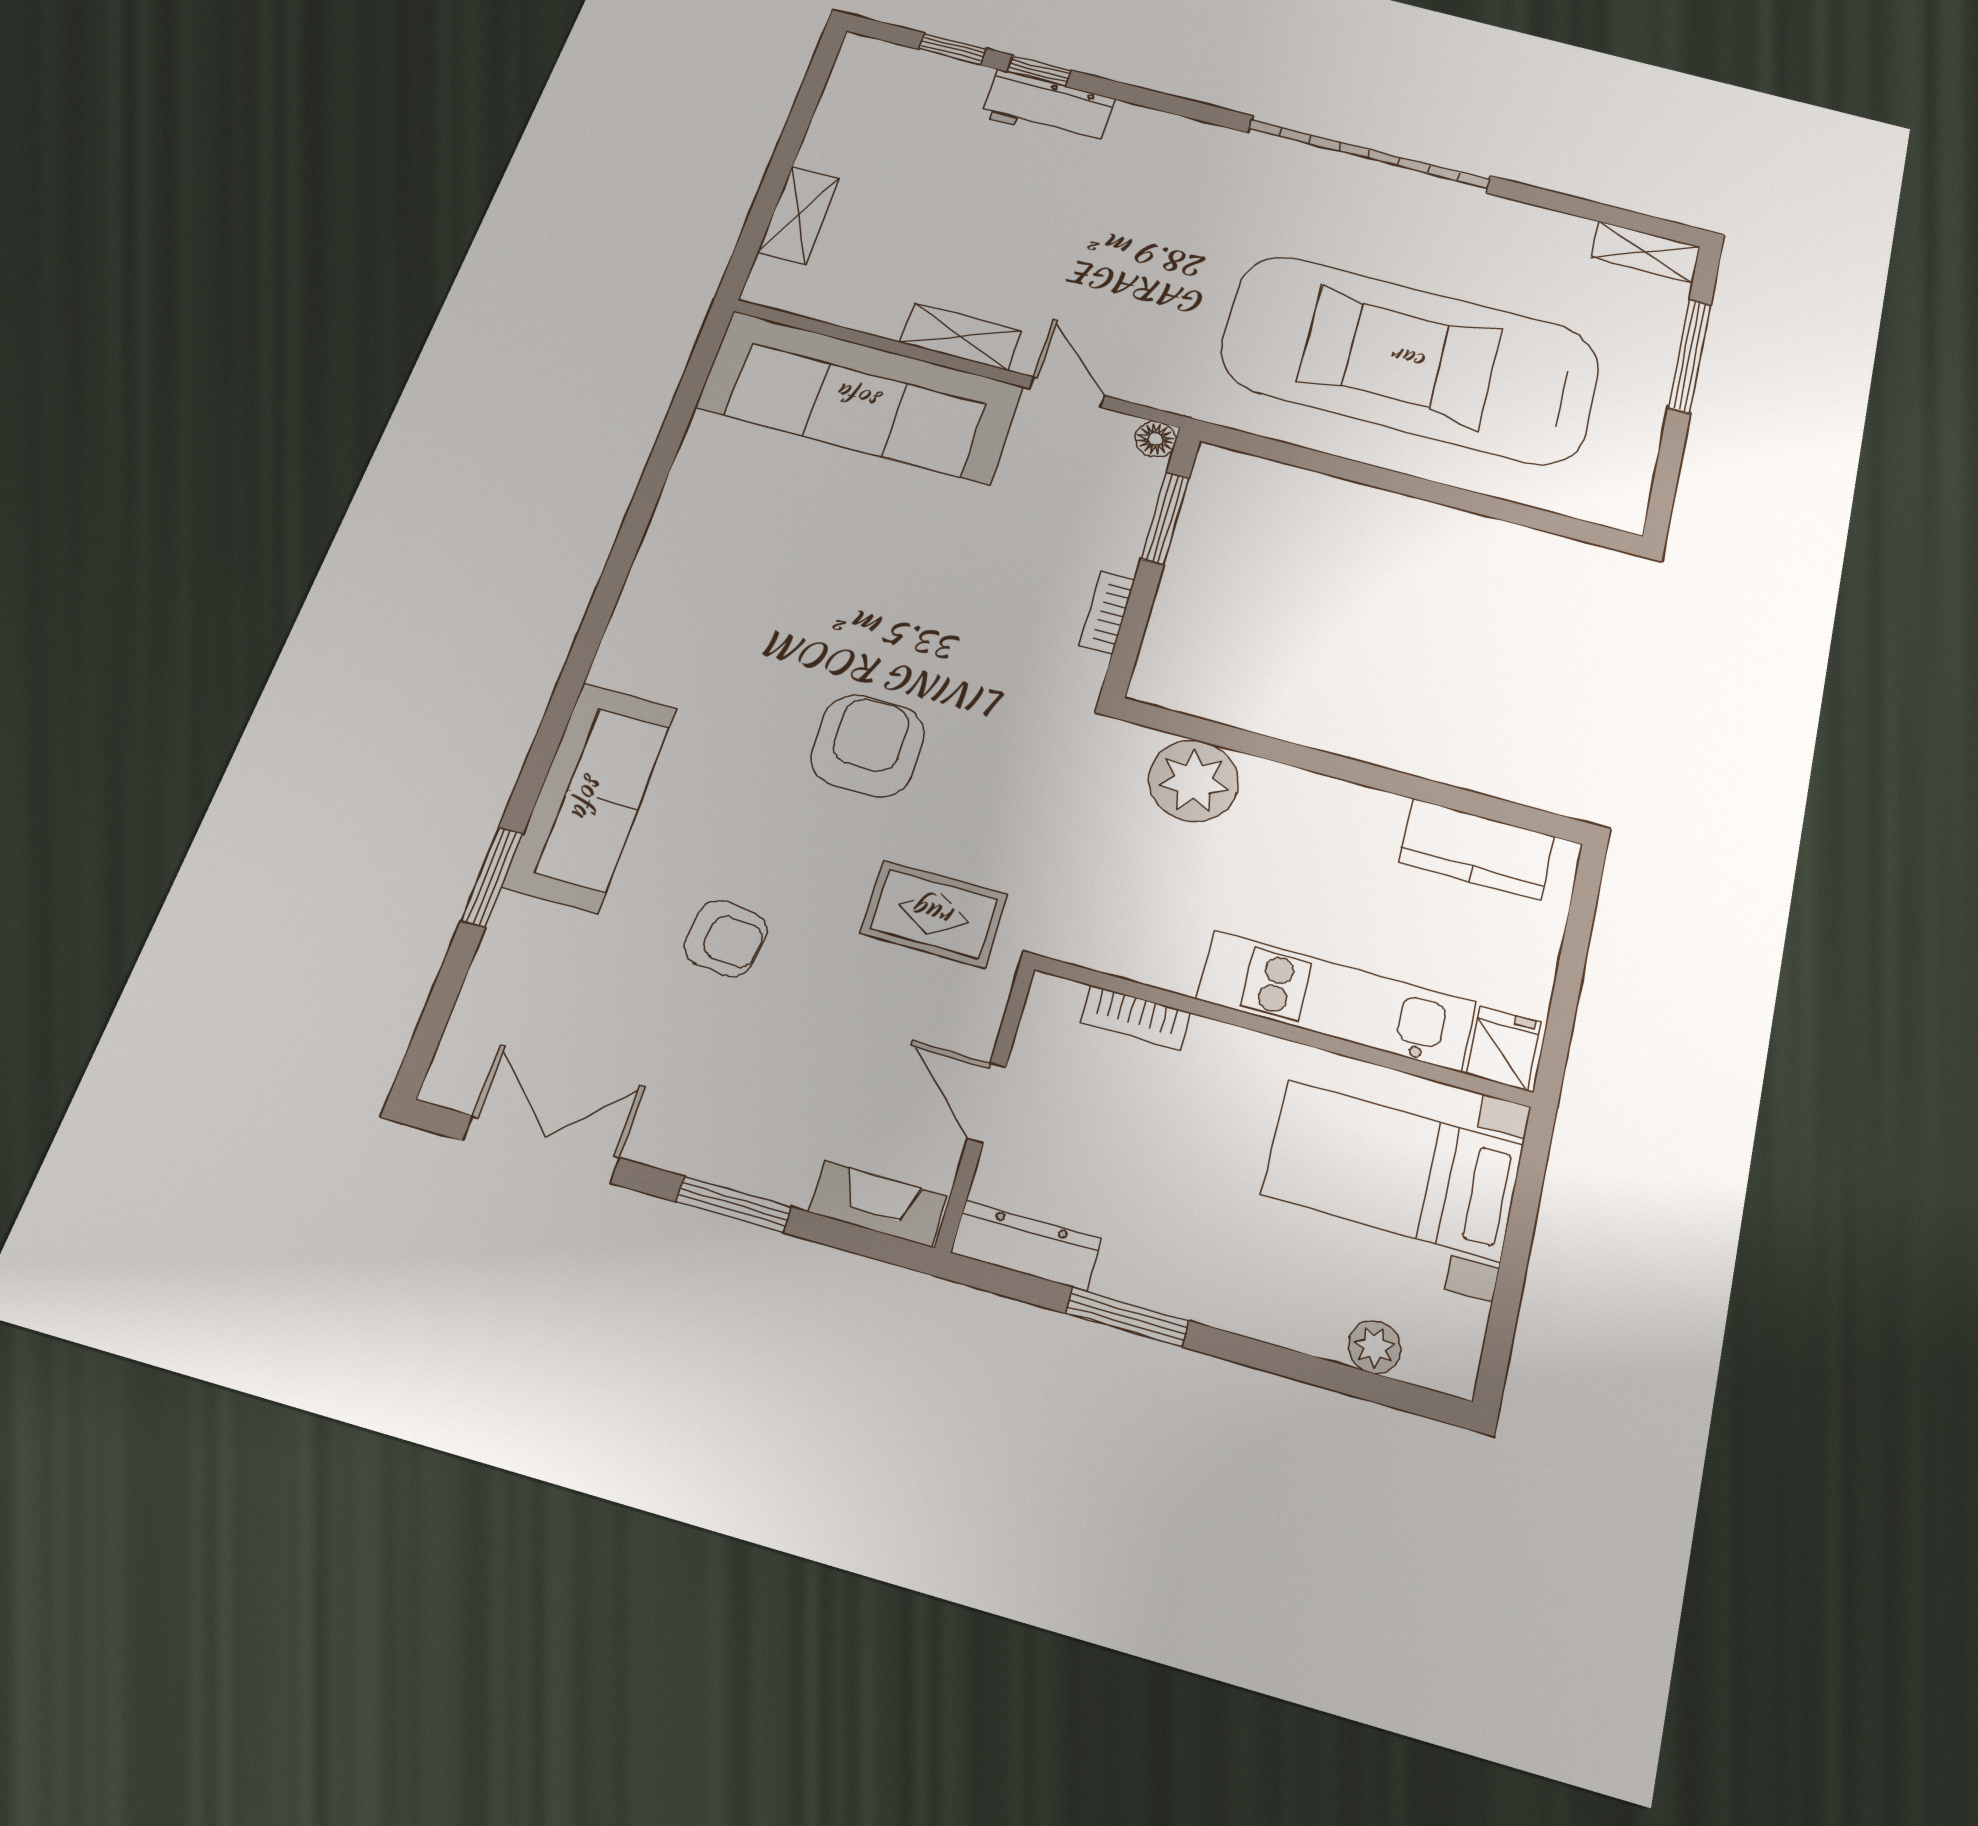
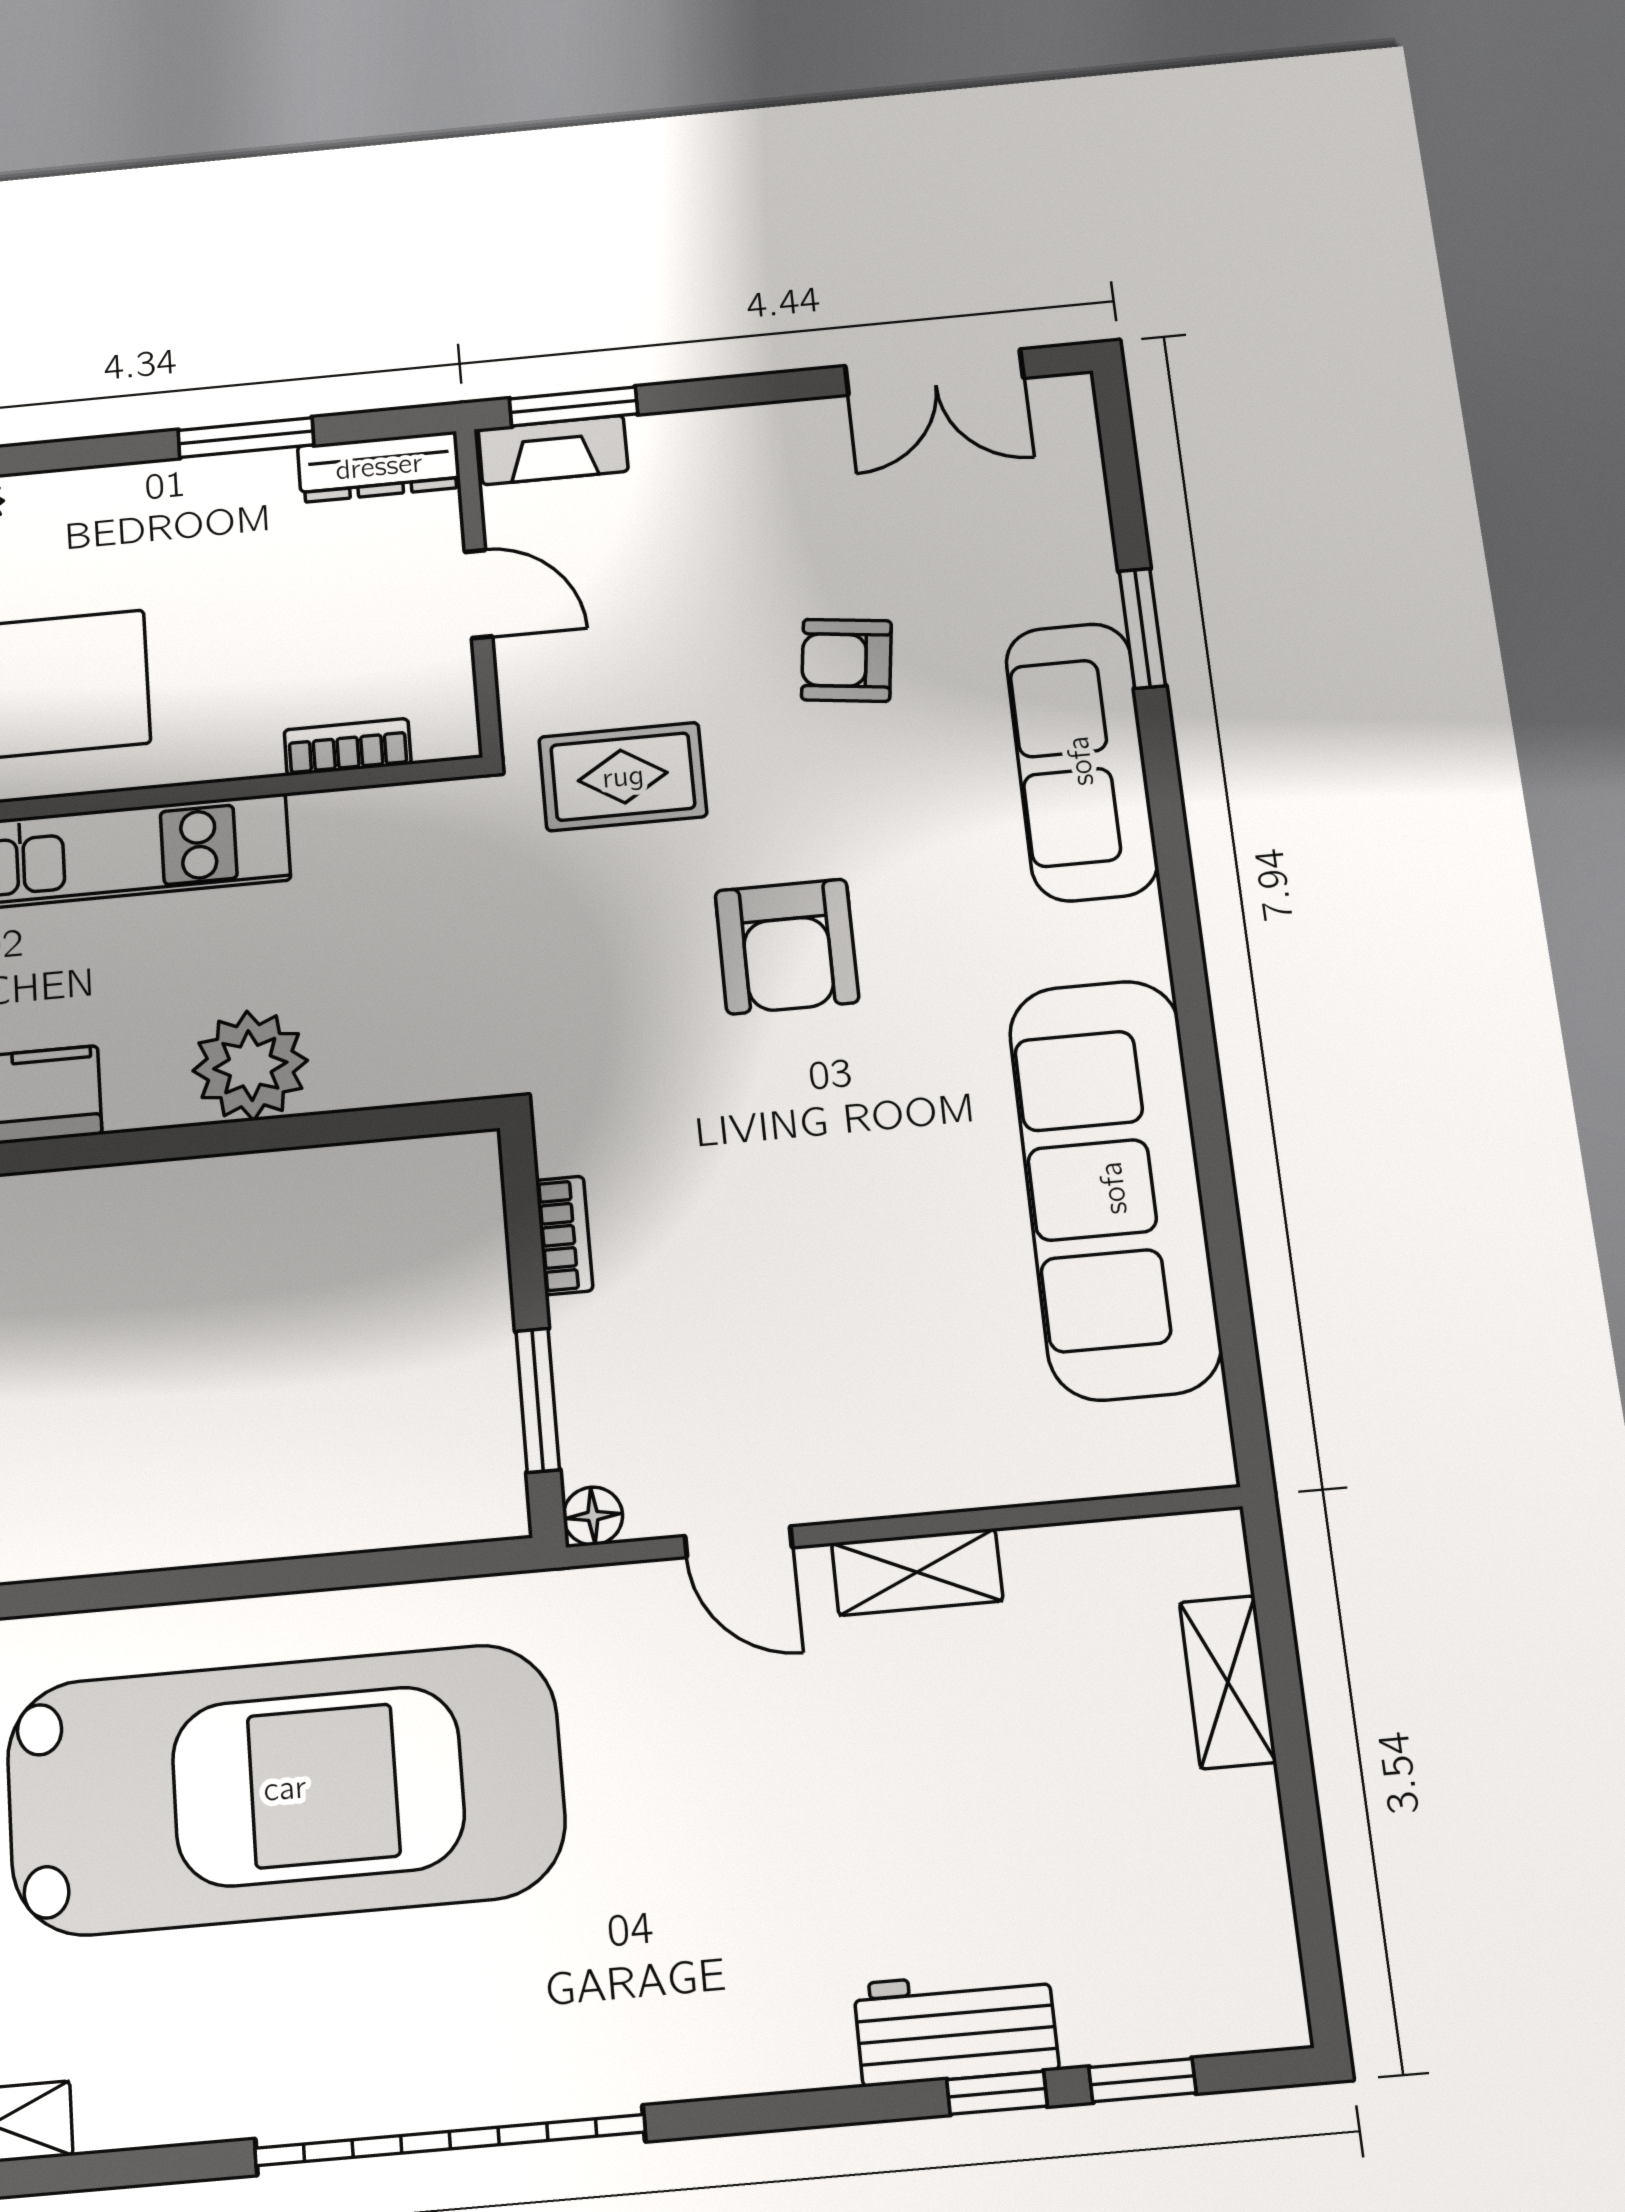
sofa: (860, 397) -> (1114, 1188), moved, turned -90
plant: (1194, 781) -> (250, 1066), moved
window: (734, 1204) -> (574, 406), moved

